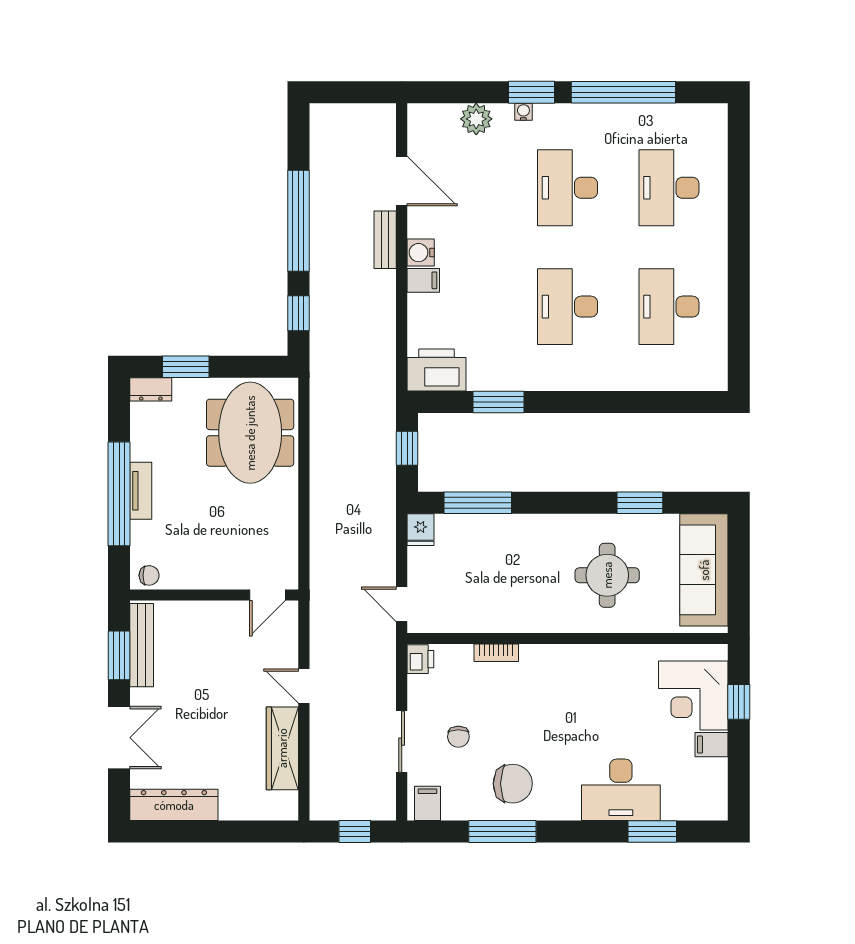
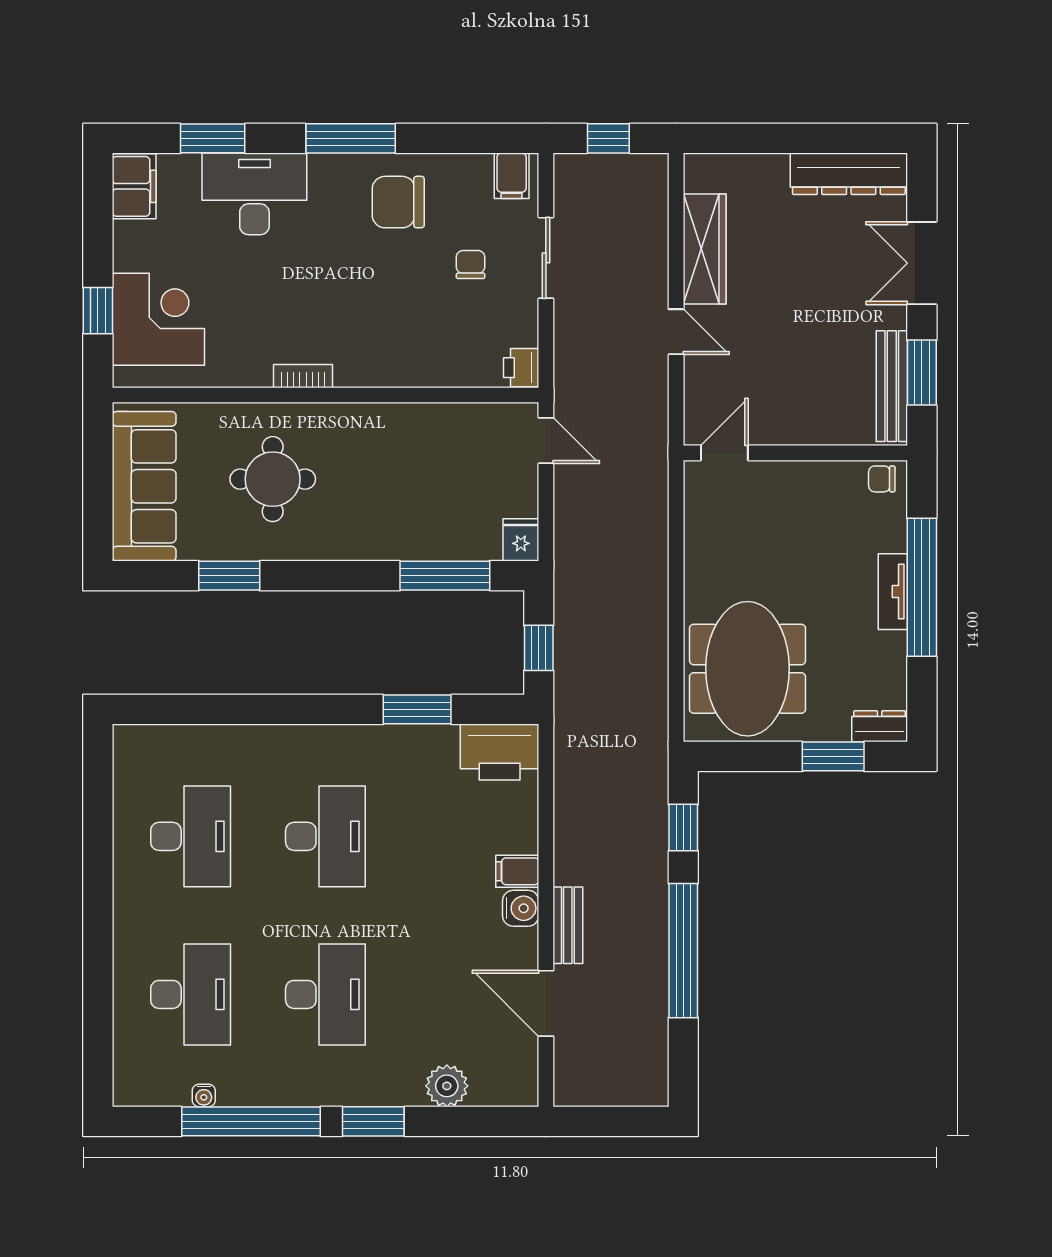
water cooler: (523, 112) -> (204, 1096), moved
bookcase: (496, 653) -> (303, 376), moved
filing cabinet: (711, 745) -> (134, 186), moved, width x2.00
window: (502, 831) -> (351, 138), moved

